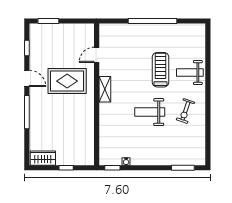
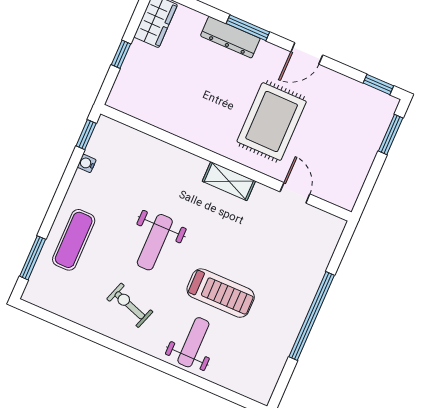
window: (27, 48) -> (378, 84), moved
window: (27, 112) -> (248, 28), width x0.69
weight bench: (150, 112) -> (155, 242), turned 180
dresser: (35, 119) -> (230, 37), added
exercise mat: (166, 152) -> (74, 240), added

